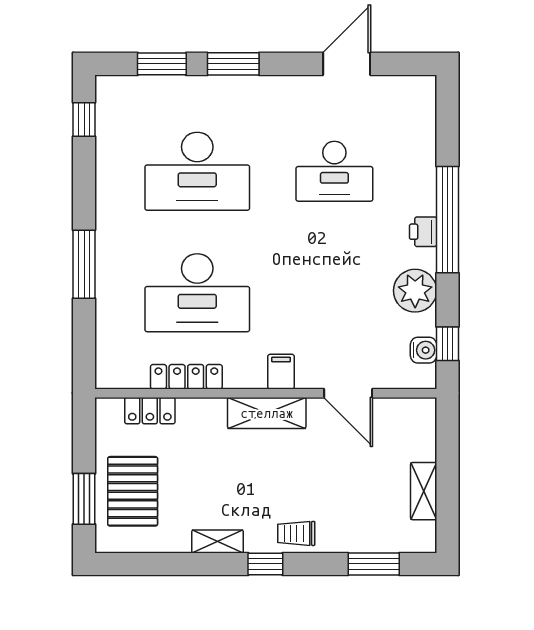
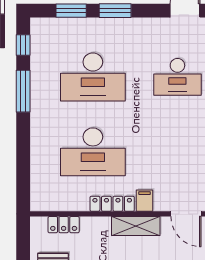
window: (84, 264) -> (23, 91), moved
locker: (186, 377) -> (112, 204), moved

